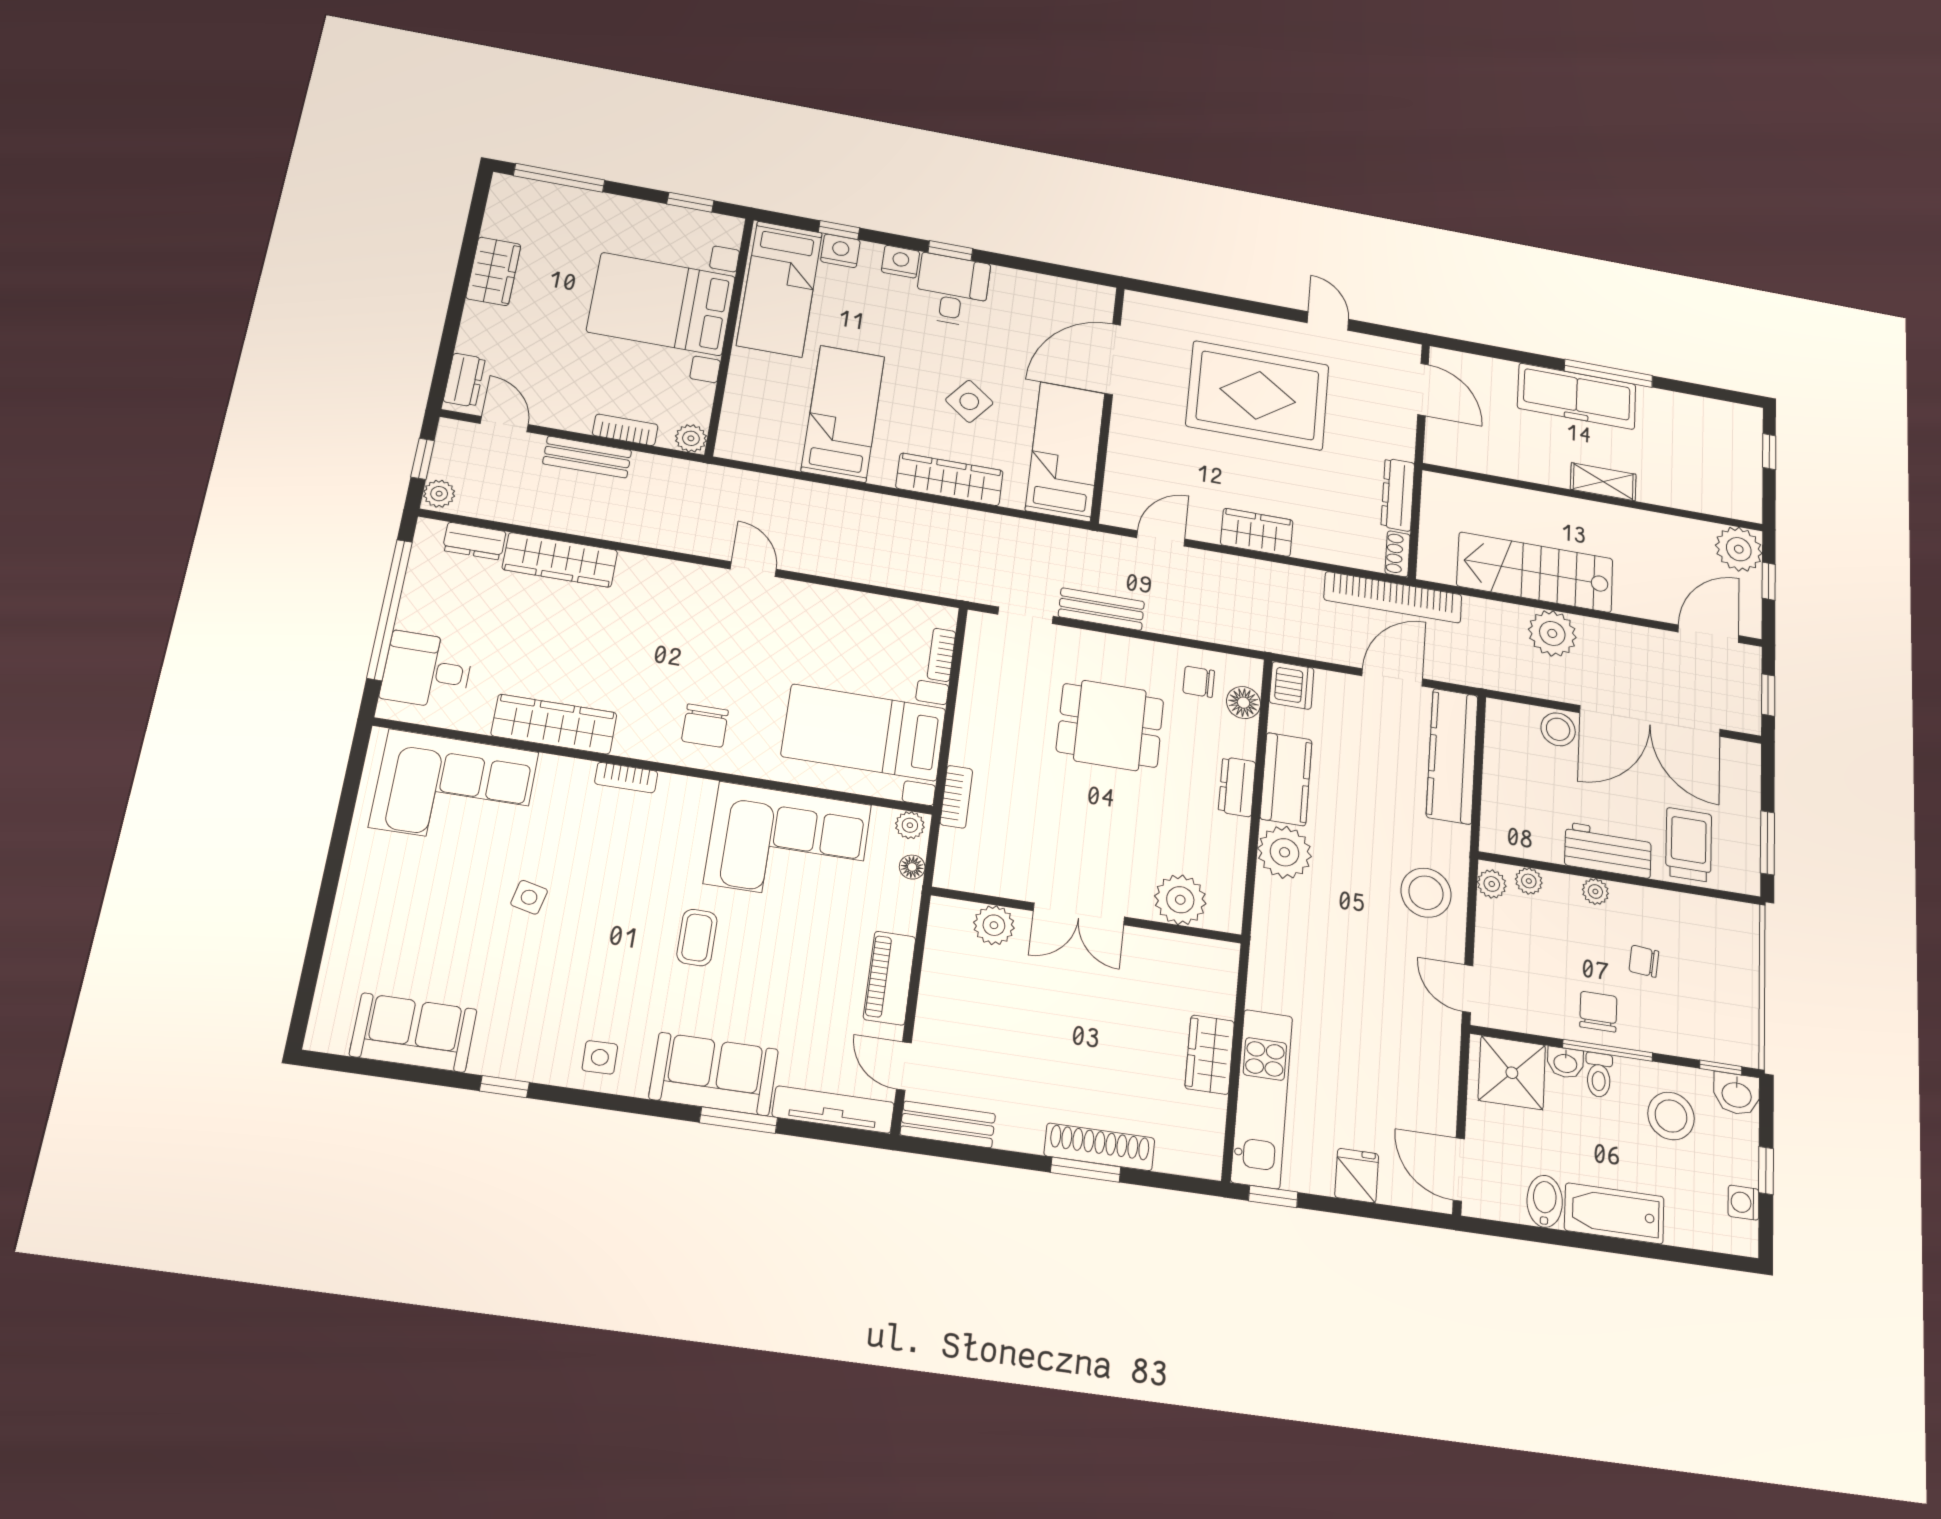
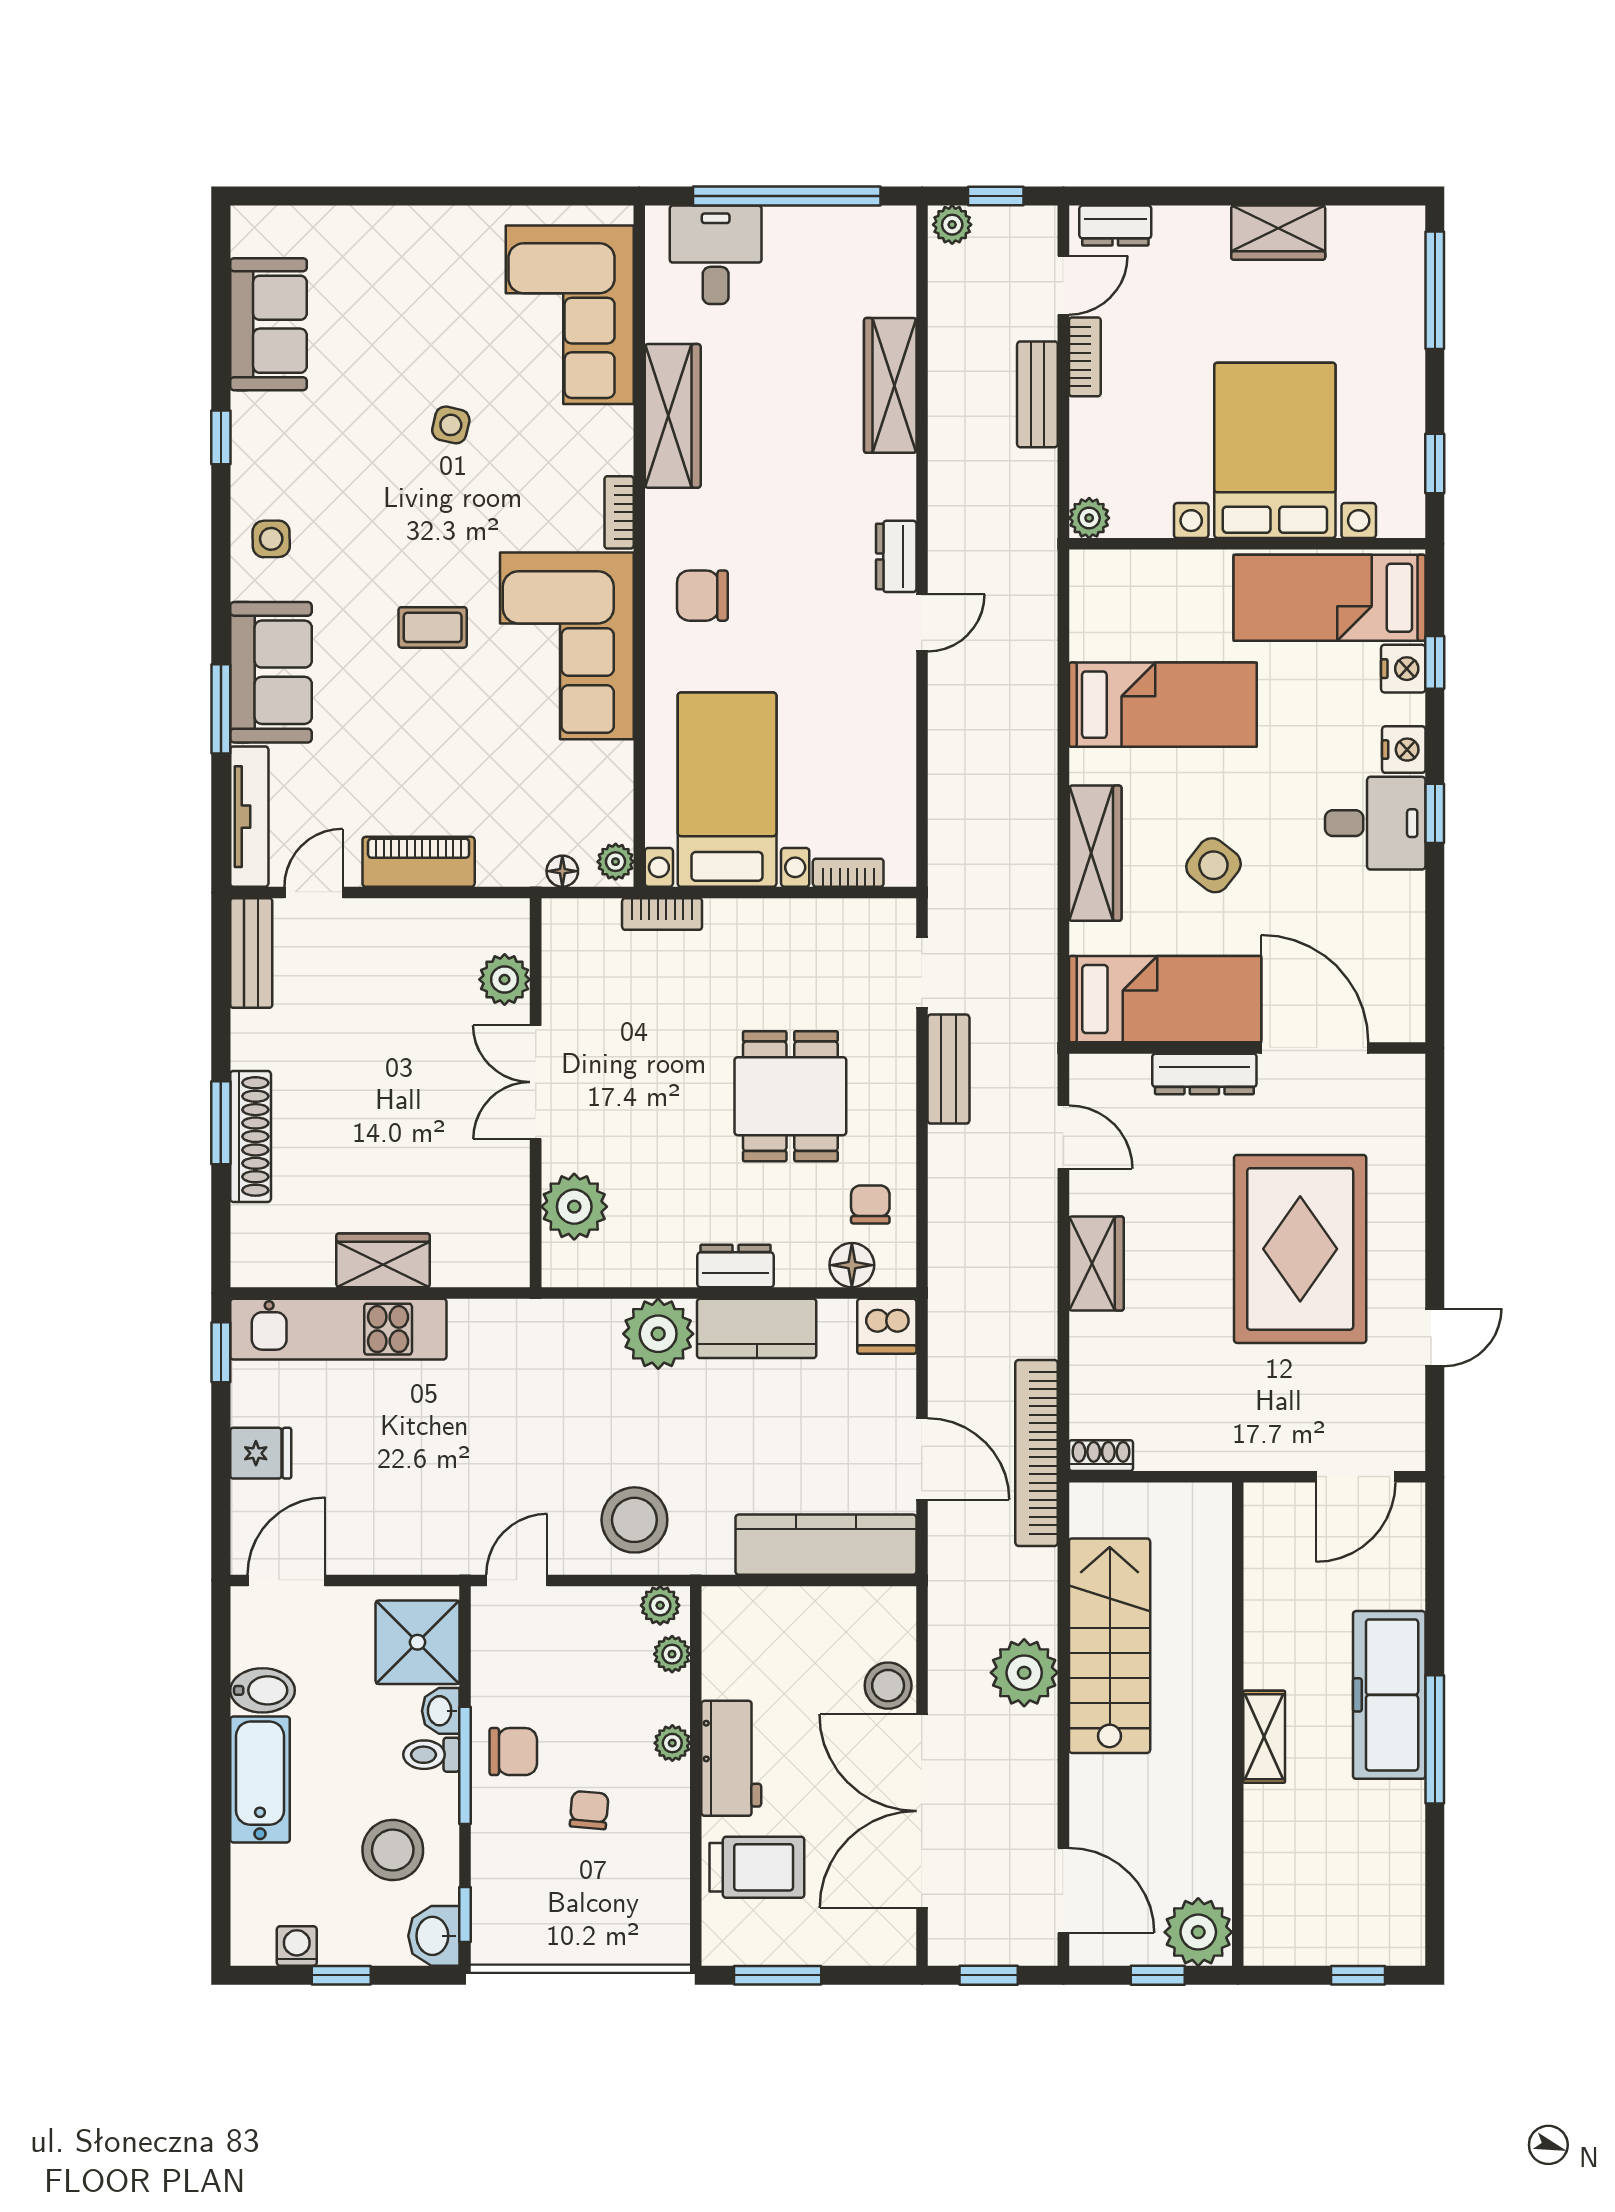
bookcase: (625, 430) -> (1085, 357), moved
dresser: (1398, 495) -> (1204, 1074), moved, turned 180
dresser: (474, 541) -> (896, 556), moved
corner sofa: (788, 844) -> (567, 646), moved

